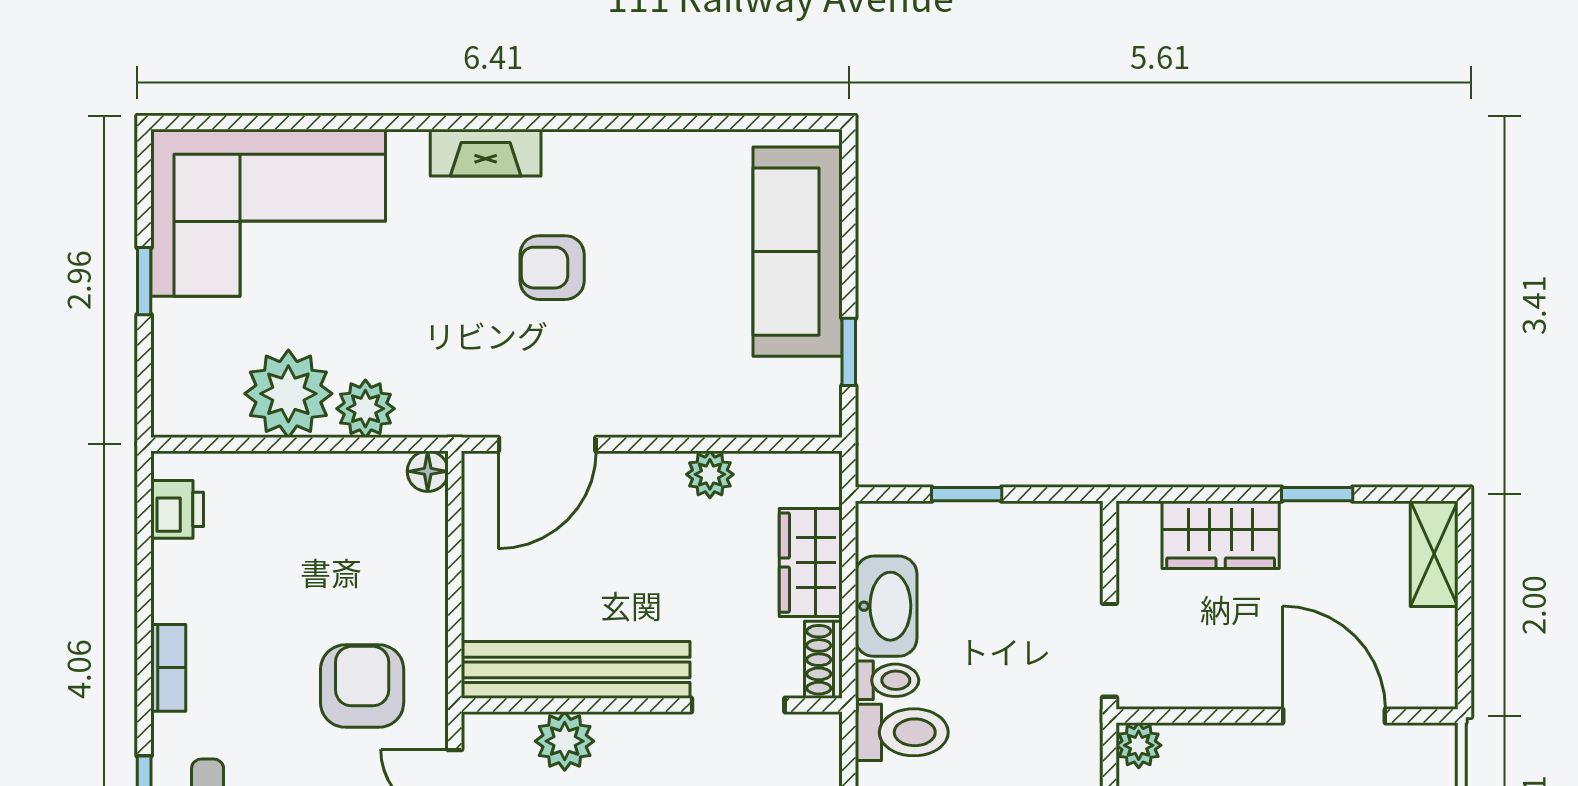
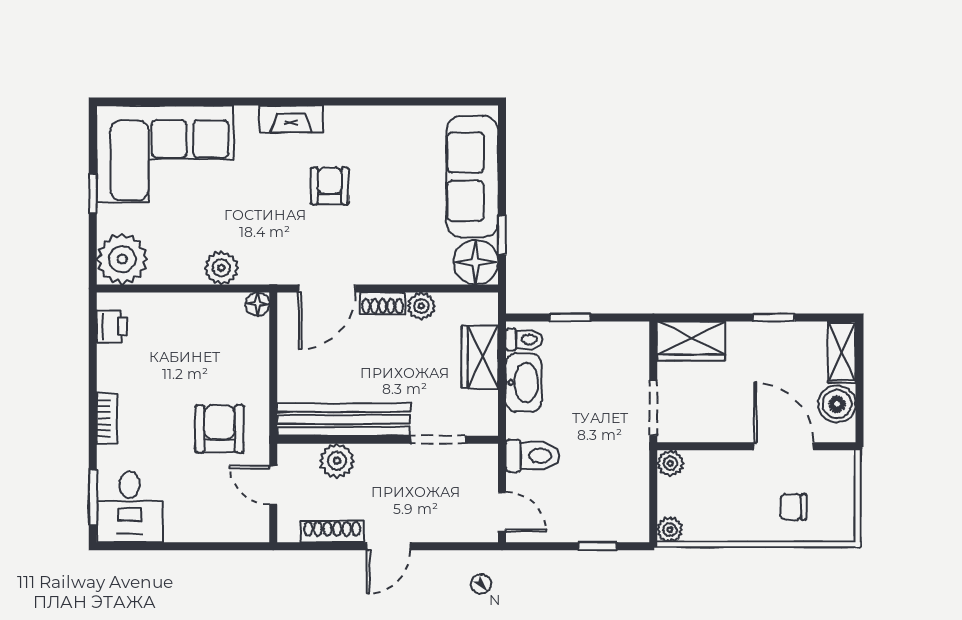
armchair: (552, 268) -> (330, 186), turned 90
plant: (288, 394) -> (122, 259), moved
floor lamp: (804, 399) -> (476, 262), added
wardrobe: (1221, 535) -> (691, 341), moved
boiler: (1426, 643) -> (837, 404), added
shoe rack: (823, 660) -> (383, 303), moved, turned -90
toilet: (887, 680) -> (524, 339), moved

